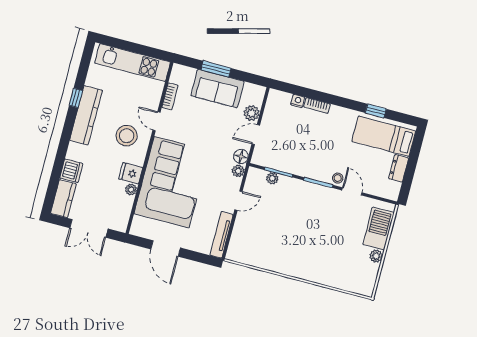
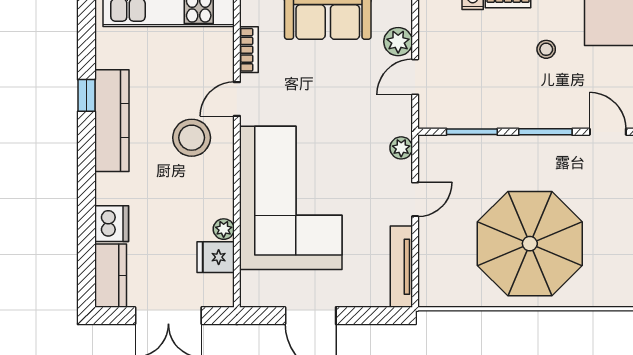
door: (156, 121) -> (237, 99), hinge flipped
floor lamp: (241, 156) -> (399, 122), removed
fridge: (131, 173) -> (216, 257), moved
plant: (272, 178) -> (464, 145), removed
stool: (338, 178) -> (546, 49), moved
parasol: (294, 241) -> (530, 244), added

